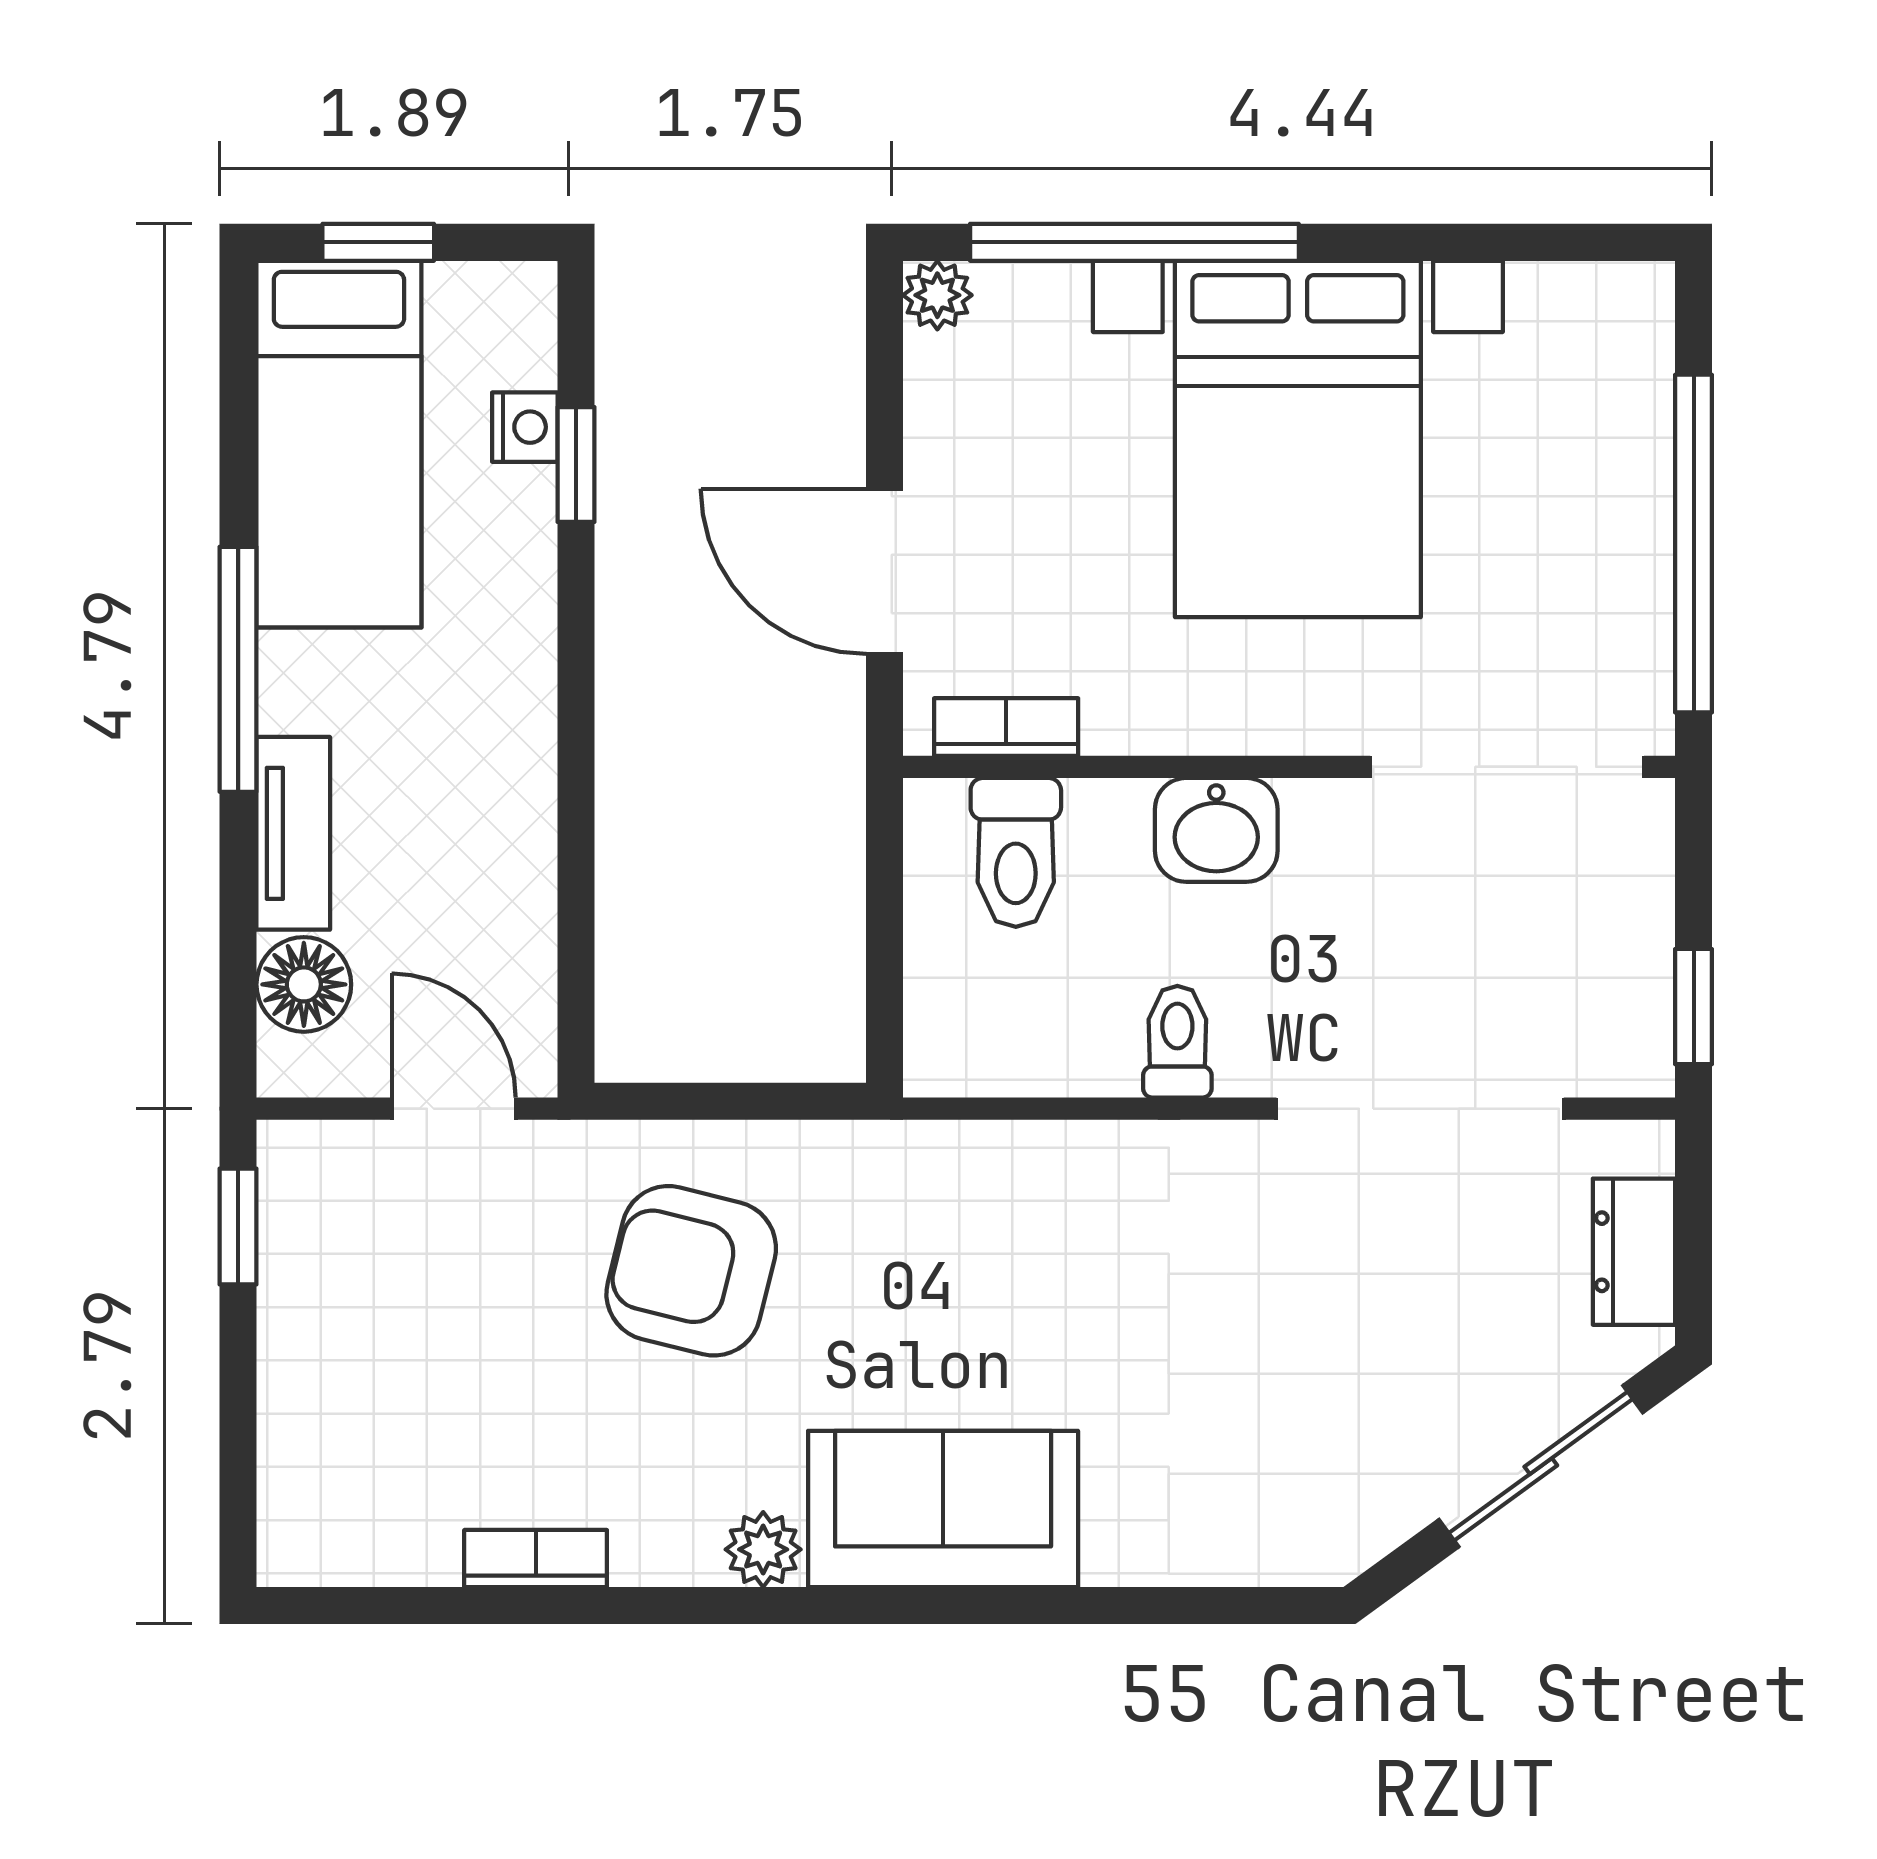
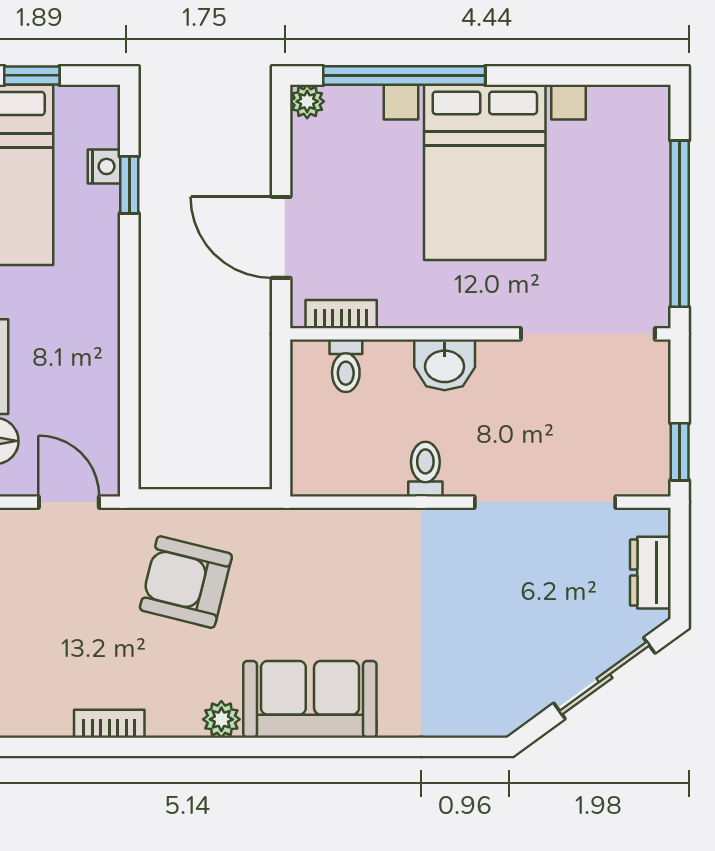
toilet: (1016, 852) -> (346, 366), width x0.73, depth x0.72

